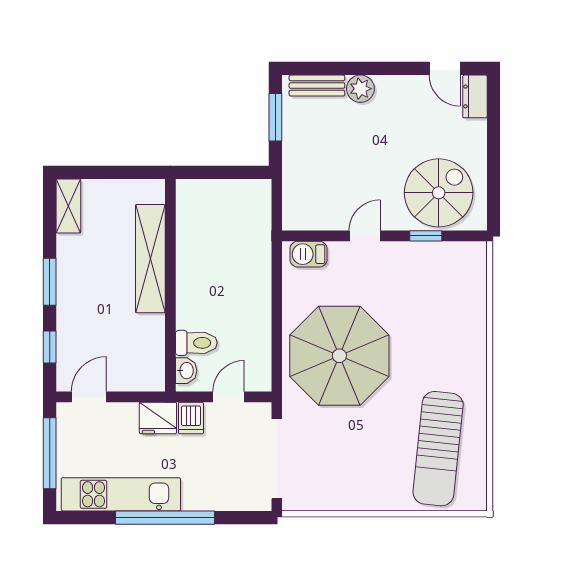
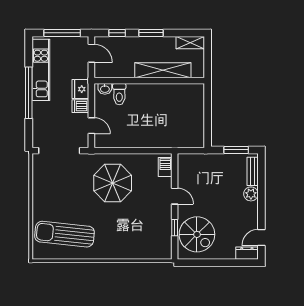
shelving: (150, 259) -> (163, 70), moved
wall: (170, 285) -> (149, 81), moved
toilet: (196, 343) -> (119, 94), moved
parasol: (339, 356) -> (113, 183), width x0.73, depth x0.73
washbasin: (186, 371) -> (105, 89), moved

